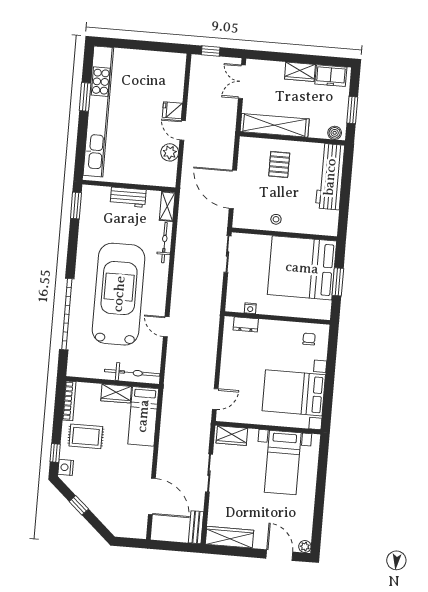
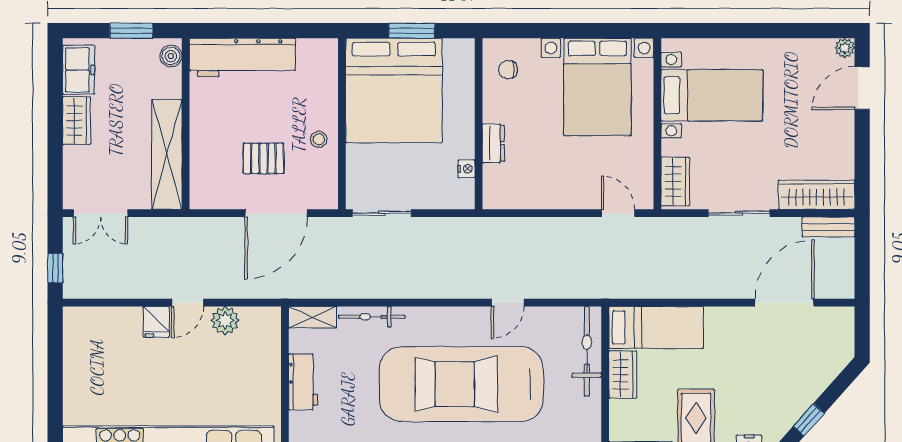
pallet: (279, 165) -> (263, 158), moved
dresser: (246, 324) -> (493, 143), moved
wardrobe: (230, 537) -> (817, 195), moved, turned 90

